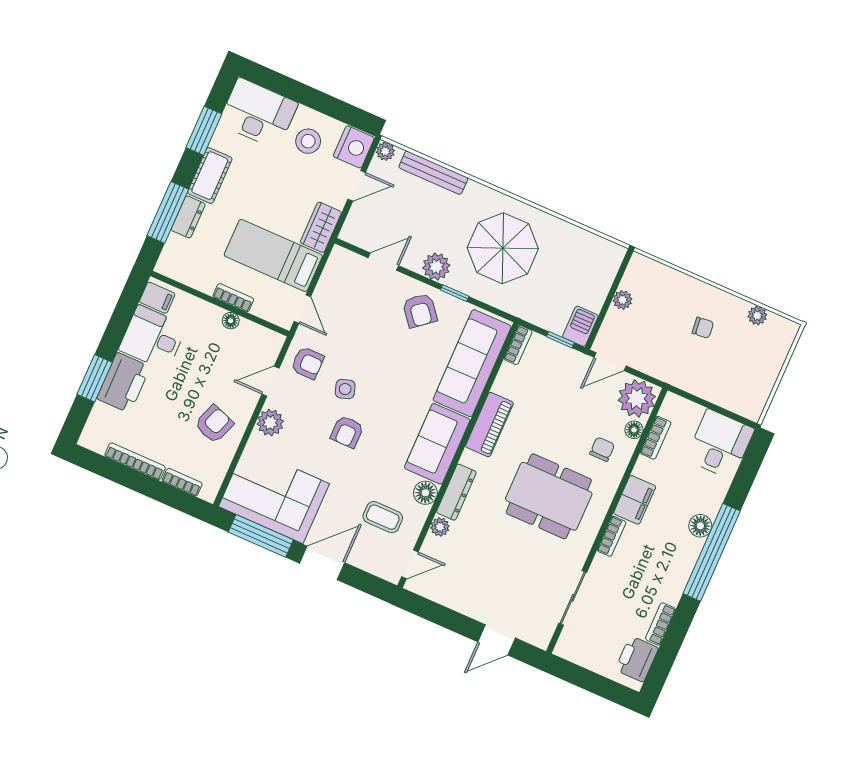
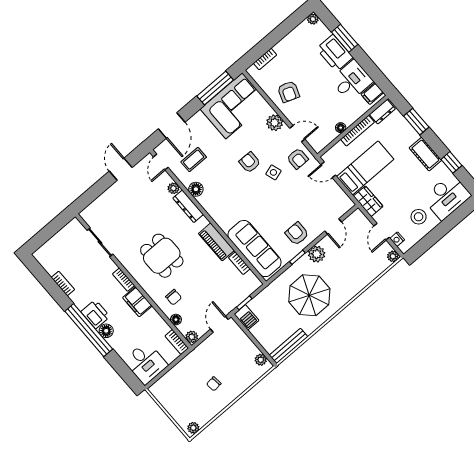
window: (204, 131) -> (451, 162), width x0.67
nightstand: (354, 147) -> (397, 239), width x0.53, depth x0.56
bench: (433, 173) -> (289, 346), moved
window: (168, 212) -> (416, 122), width x0.69
dresser: (188, 217) -> (382, 112), moved, turned -90
bookcase: (233, 298) -> (358, 131), width x1.56
plant: (622, 300) -> (261, 360), moved
armchair: (420, 310) -> (297, 234), turned 39
plant: (757, 316) -> (193, 428), moved
bookcase: (518, 345) -> (239, 263), moved
armchair: (307, 363) -> (298, 159), turned -90
door: (270, 381) -> (297, 134), hinge flipped
plant: (637, 398) -> (192, 337), width x0.53, depth x0.53
bookcase: (656, 438) -> (177, 342), moved
plant: (88, 439) -> (313, 19), added
sofa: (437, 444) -> (220, 208), removed
bookcase: (135, 461) -> (289, 39), removed
dining table: (549, 496) -> (162, 256), width x0.73
door: (322, 563) -> (172, 126), moved
door: (497, 640) -> (121, 169), moved
printer: (637, 659) -> (95, 314), moved

